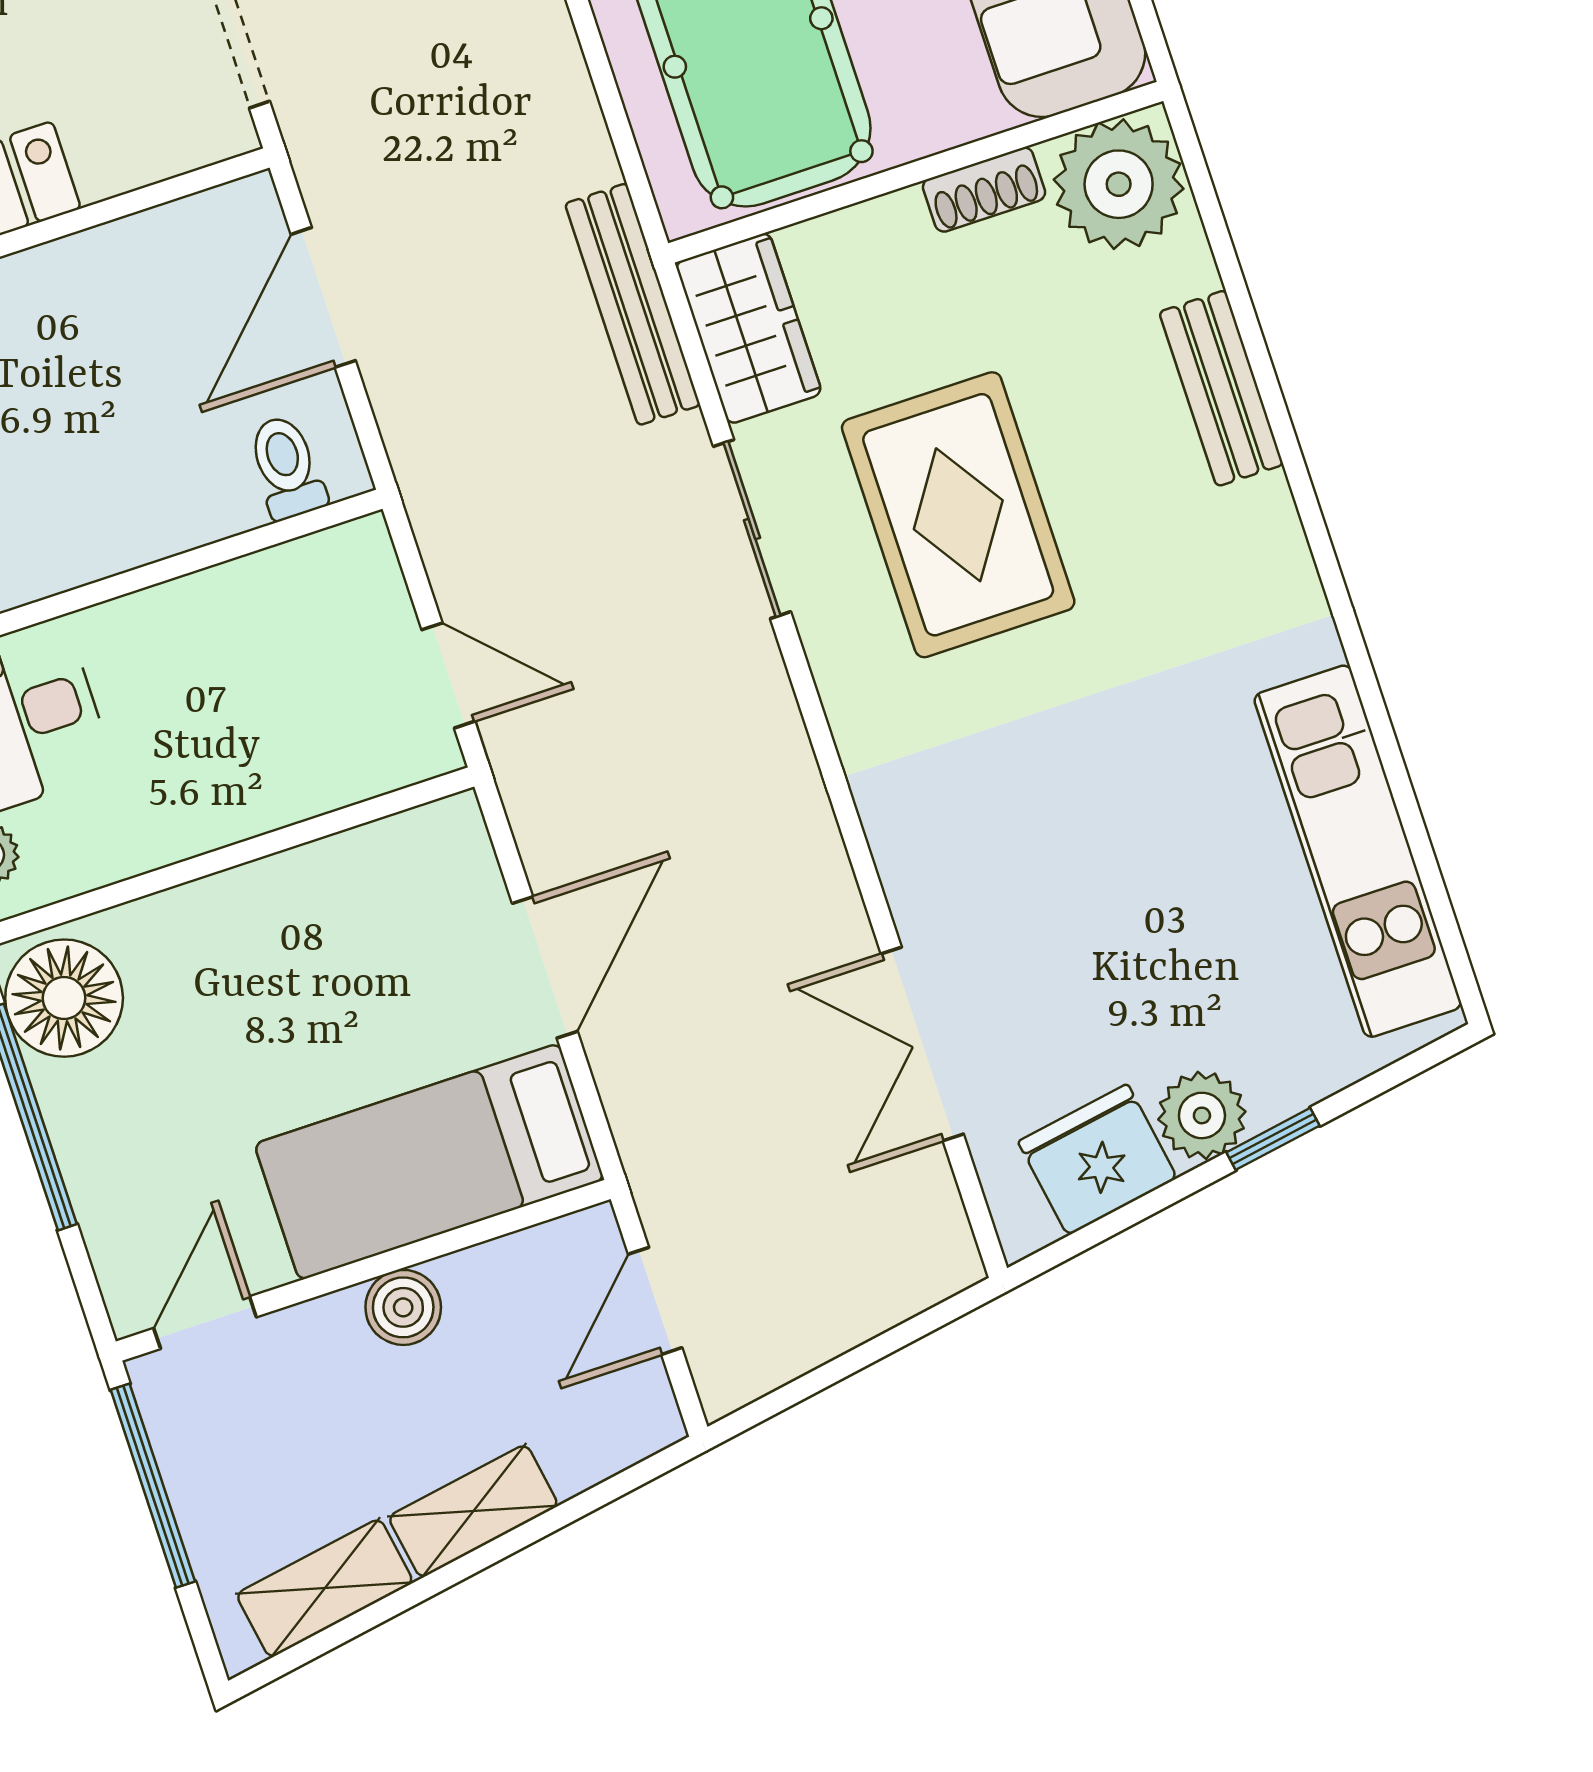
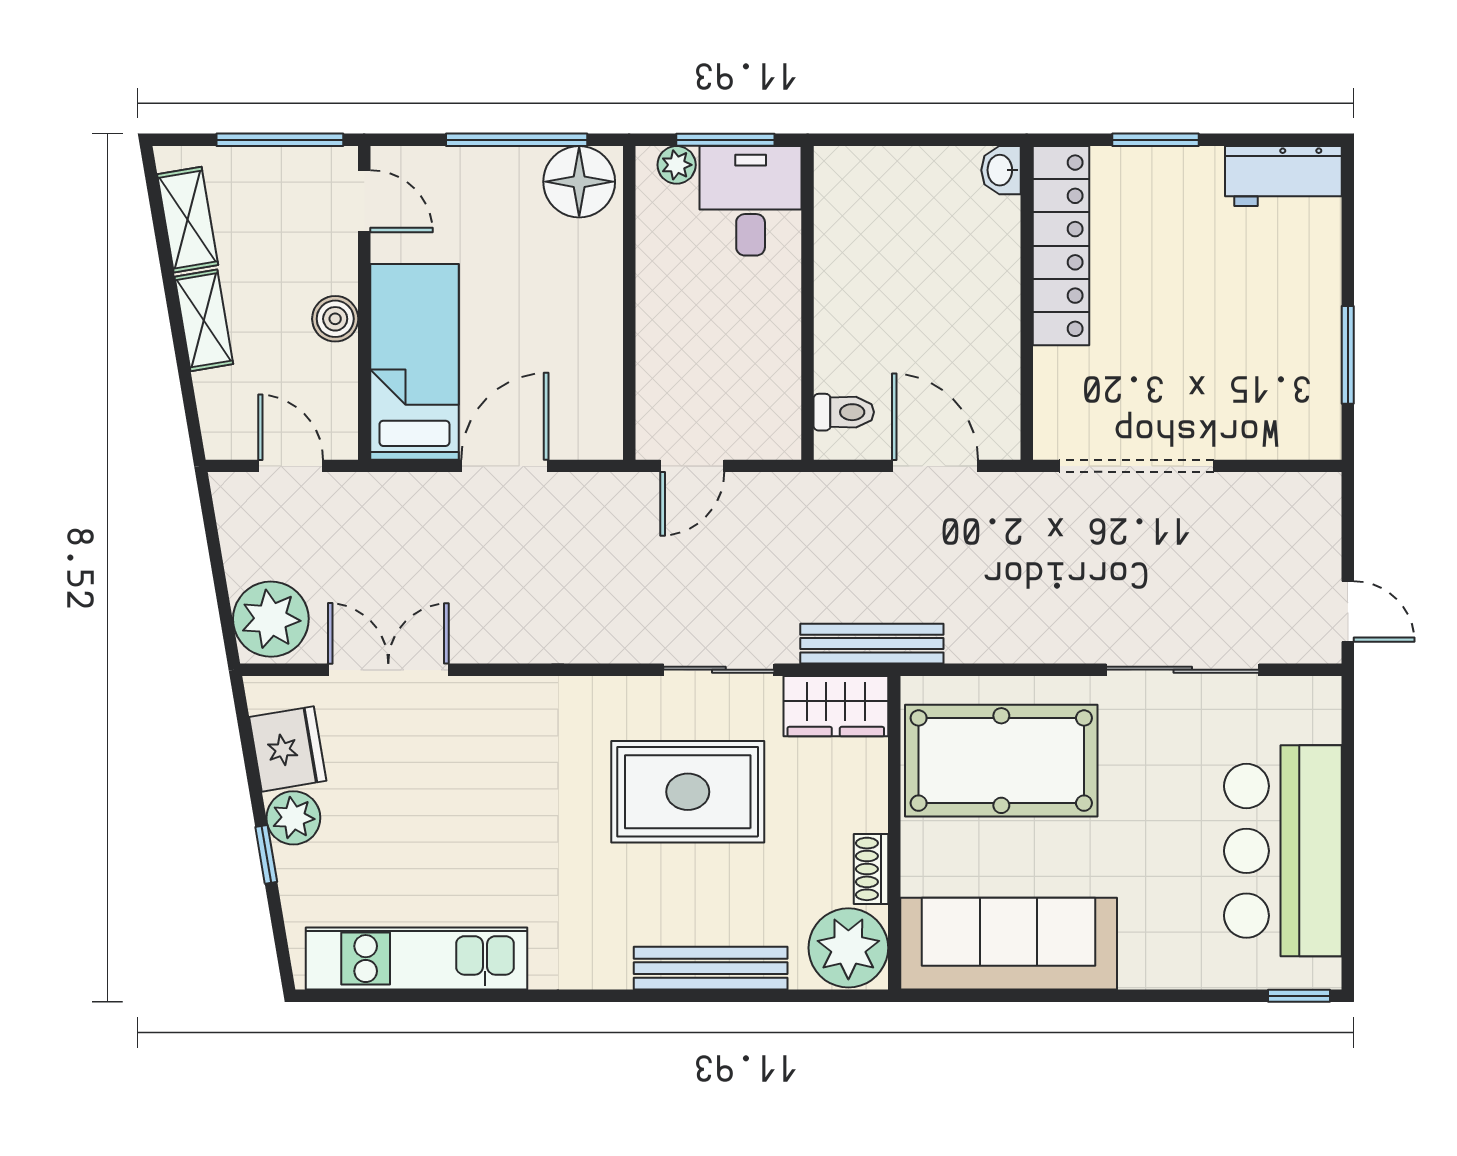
bench: (1221, 388) -> (711, 968), width x1.36
door: (545, 967) -> (505, 466), swing flipped
plant: (904, 1253) -> (271, 619), added

